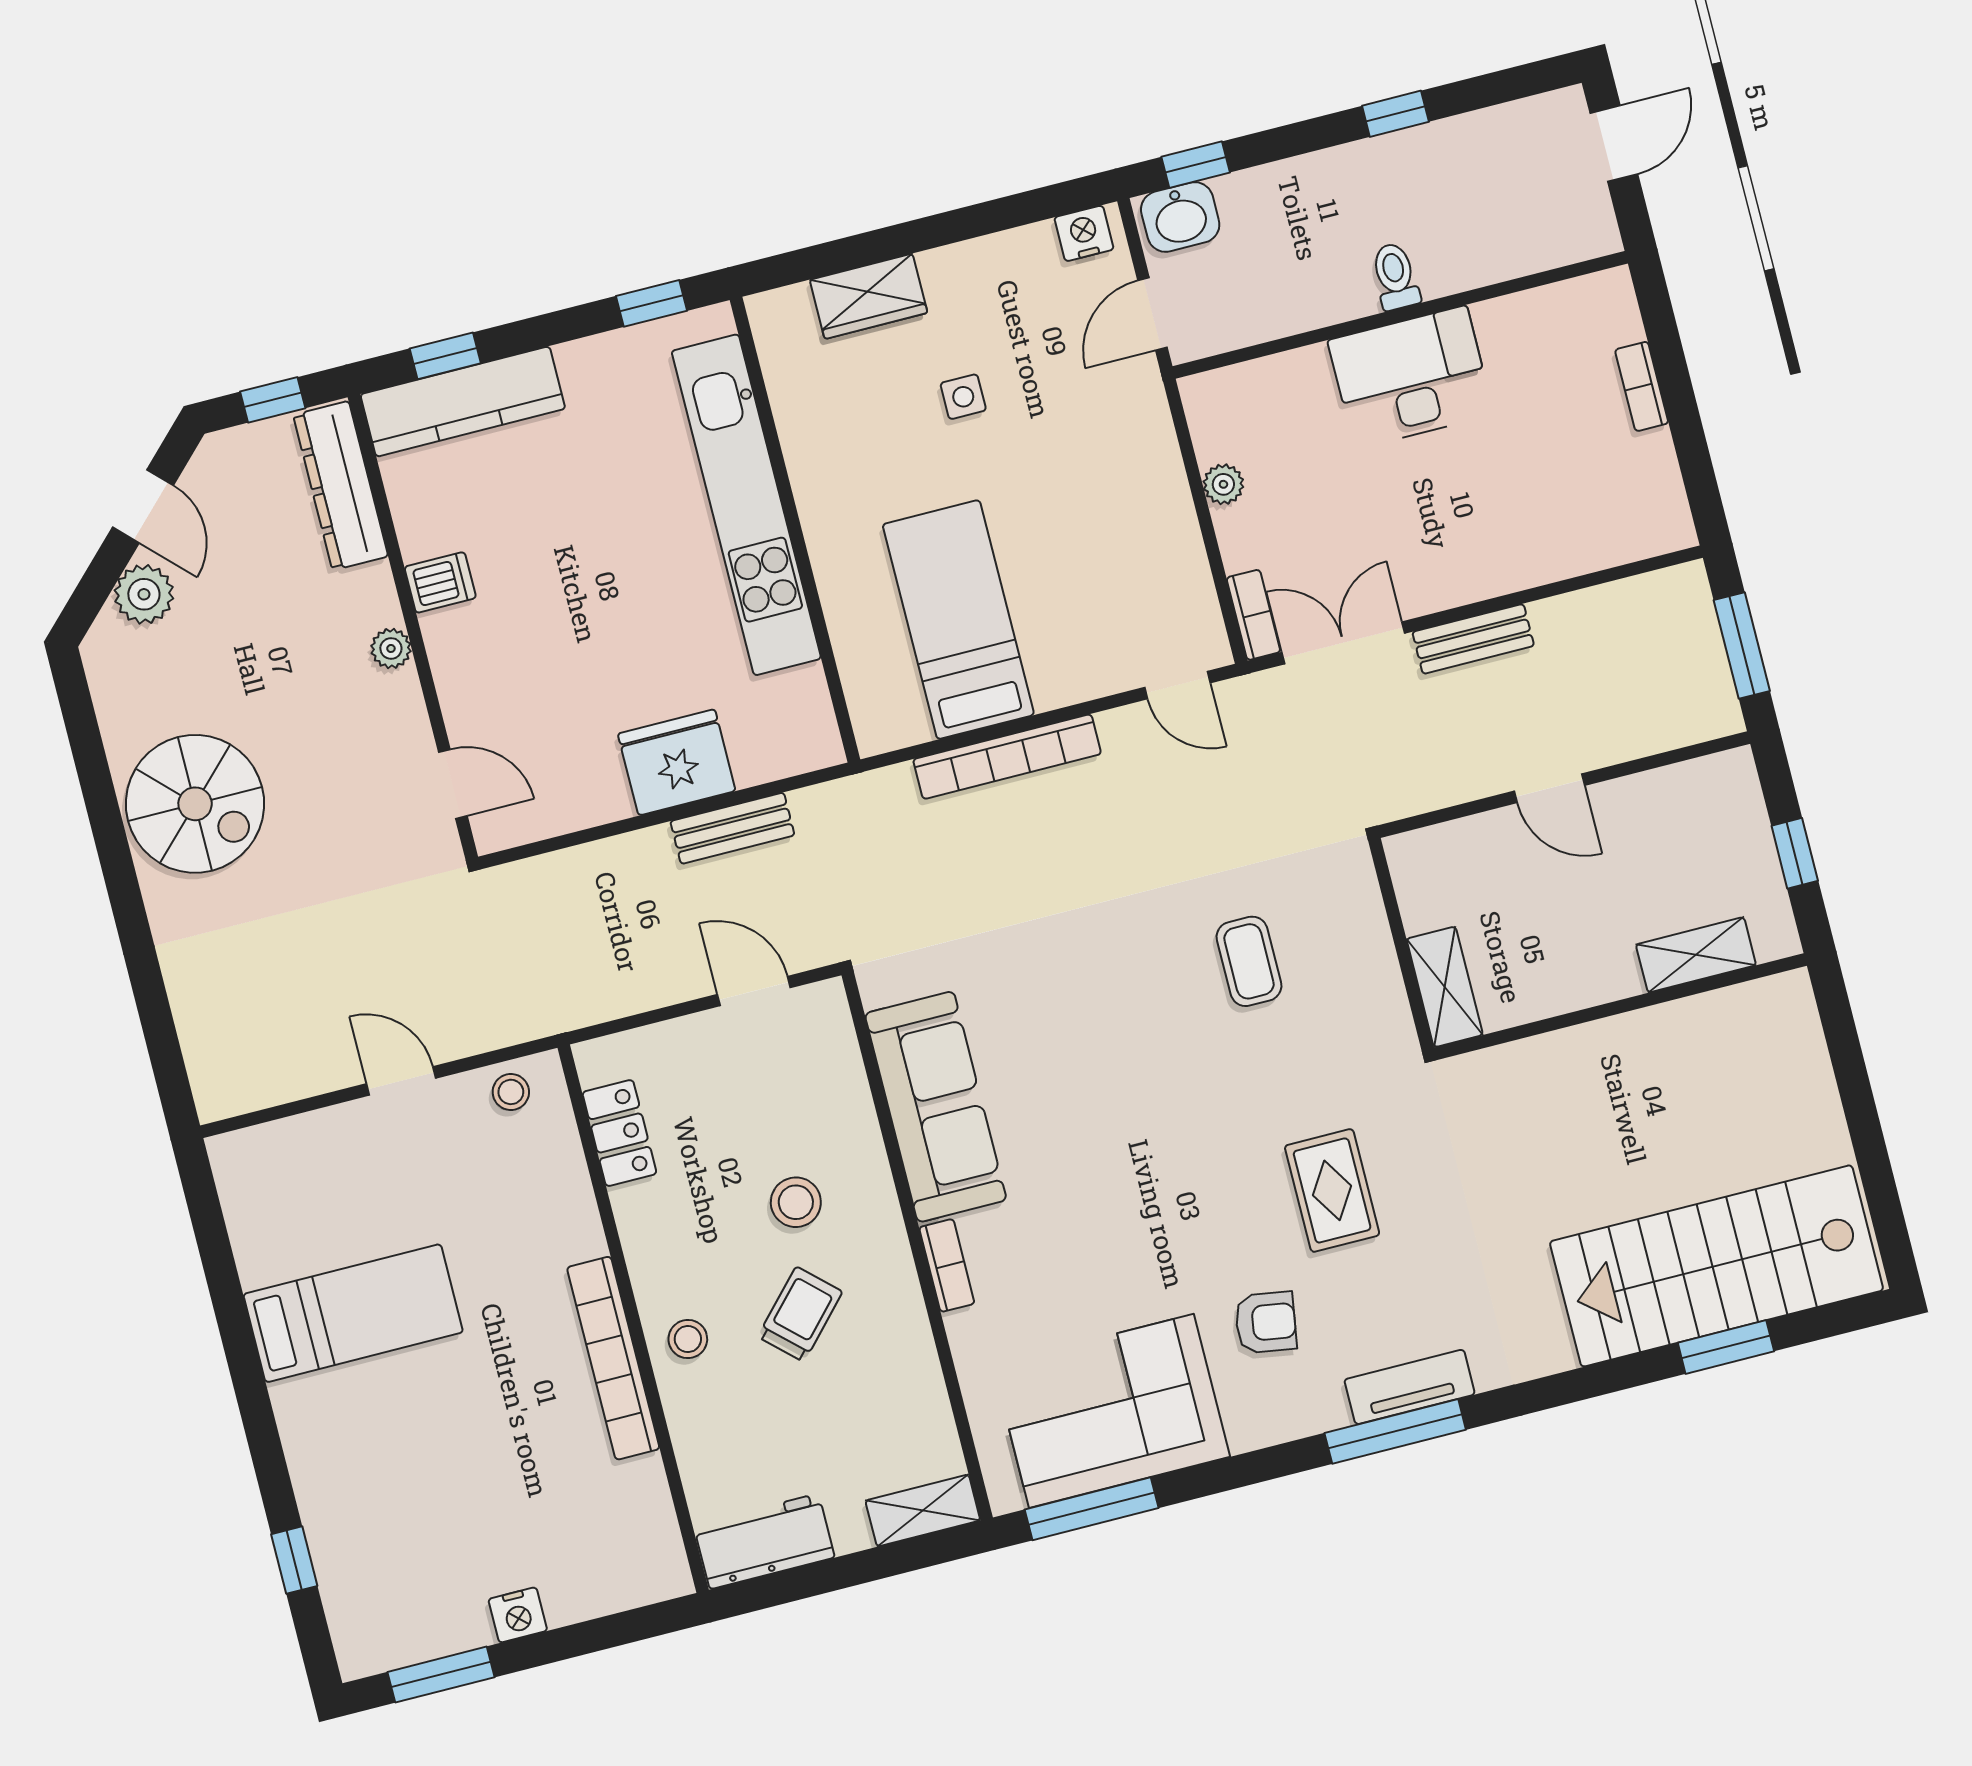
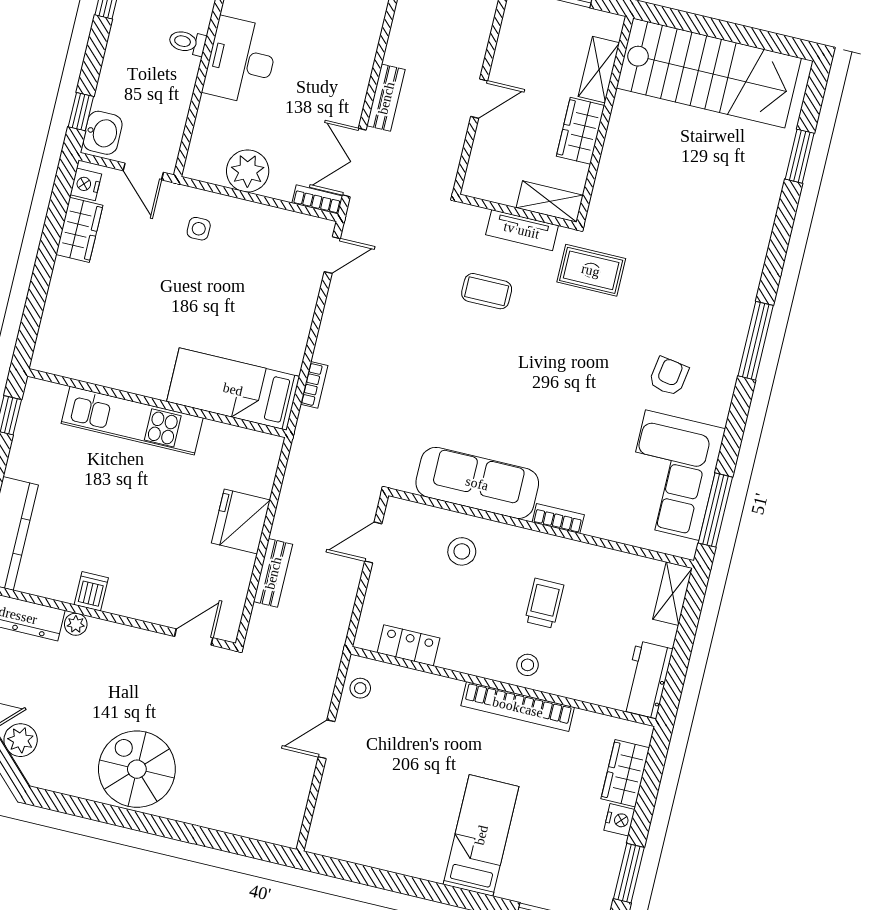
wardrobe: (869, 296) -> (79, 230), moved
side table: (963, 397) -> (199, 229), moved
plant: (1223, 484) -> (248, 171), width x1.87, depth x1.87
kitchen unit: (746, 505) -> (132, 421), width x0.73
bed: (958, 620) -> (233, 389), moved
plant: (391, 648) -> (76, 624), moved
bookcase: (1007, 757) -> (314, 385), width x0.43, depth x0.76
spiral stairs: (195, 804) -> (137, 769), turned -90
bench: (732, 828) -> (273, 573), moved
wardrobe: (1583, 977) -> (581, 131), added
rug: (1332, 1190) -> (591, 270), moved
stool: (796, 1202) -> (462, 551), moved
stairs: (1717, 1266) -> (709, 73), moved, turned -90
bed: (353, 1313) -> (481, 835), moved
trolley: (800, 1314) -> (544, 603), turned 47
tv unit: (1410, 1387) -> (522, 230), moved, turned -90
wardrobe: (597, 1585) -> (625, 773), added

